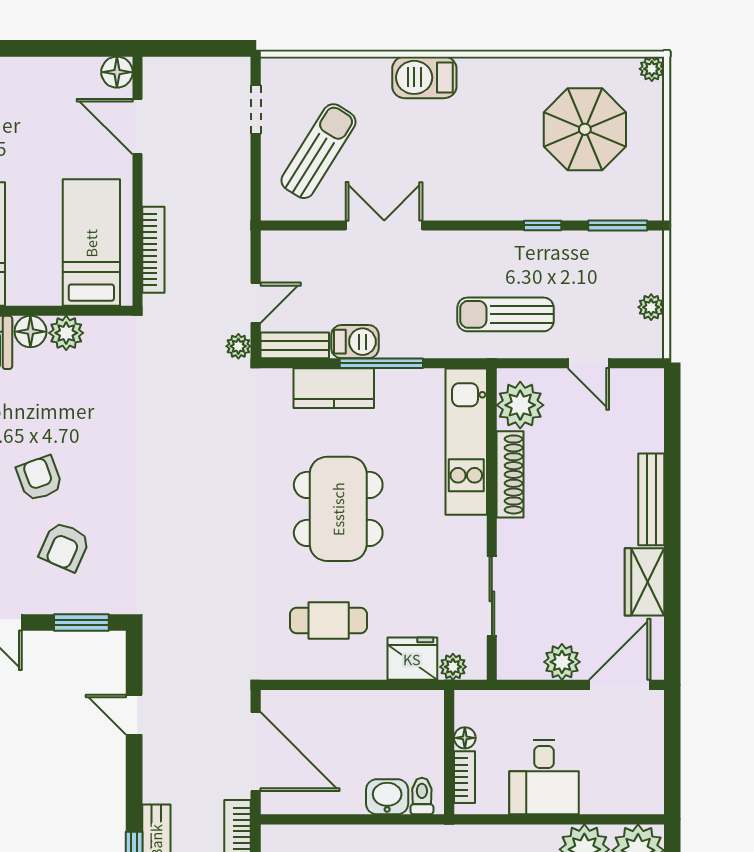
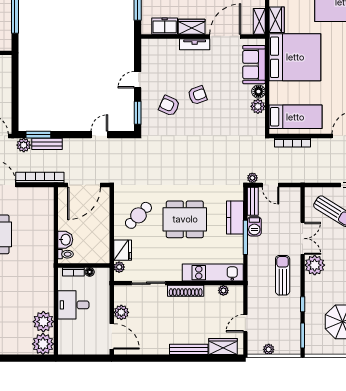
plant: (448, 196) -> (315, 265), added
sun lounger: (506, 314) -> (283, 275), moved
plant: (520, 405) -> (223, 290), width x0.53, depth x0.53
shoe rack: (510, 474) -> (186, 291), moved
wardrobe: (644, 582) -> (223, 347), moved
cafe table: (329, 620) -> (138, 215), turned 44

